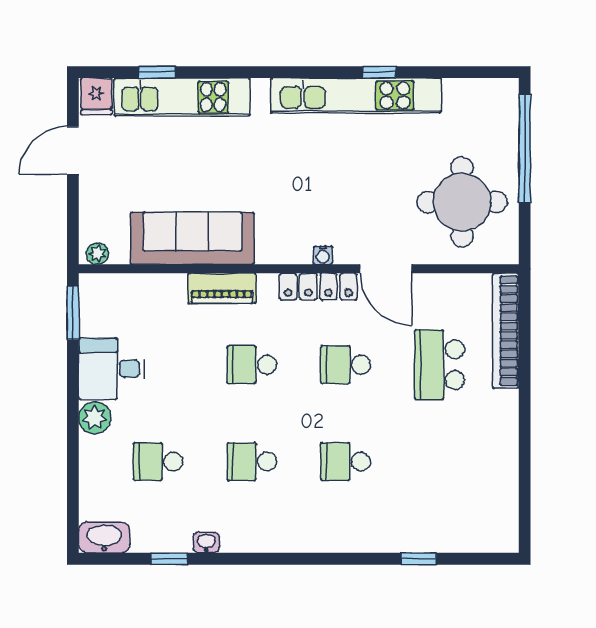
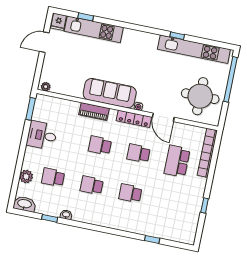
kitchen unit: (356, 96) -> (194, 49), moved
sofa: (192, 238) -> (110, 93), moved
plant: (95, 418) -> (26, 176), moved
window: (525, 455) -> (205, 206), added

